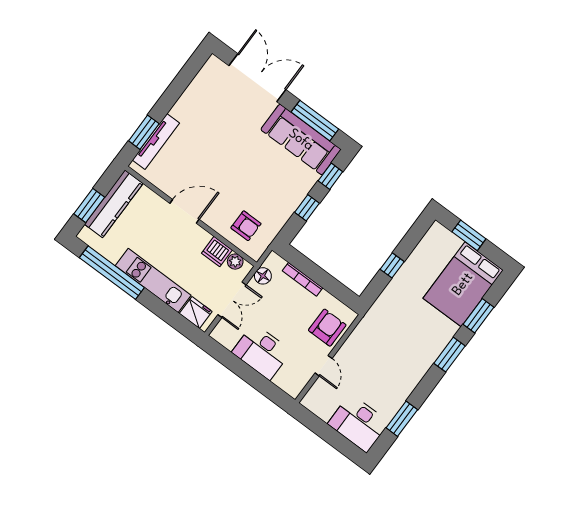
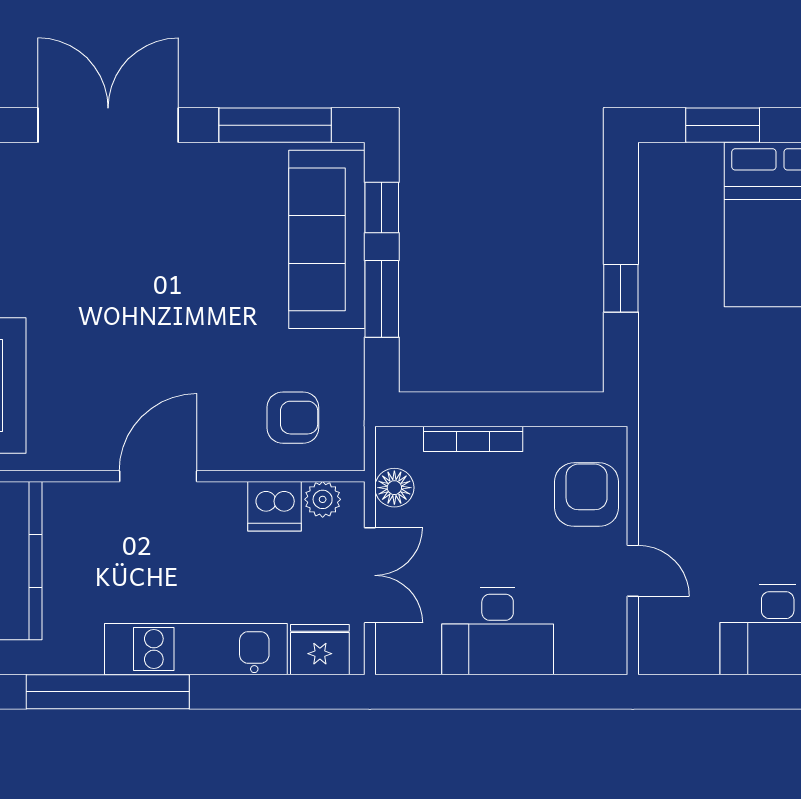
sofa: (301, 140) -> (327, 239), moved, turned 90
window: (307, 208) -> (382, 299), width x1.50

